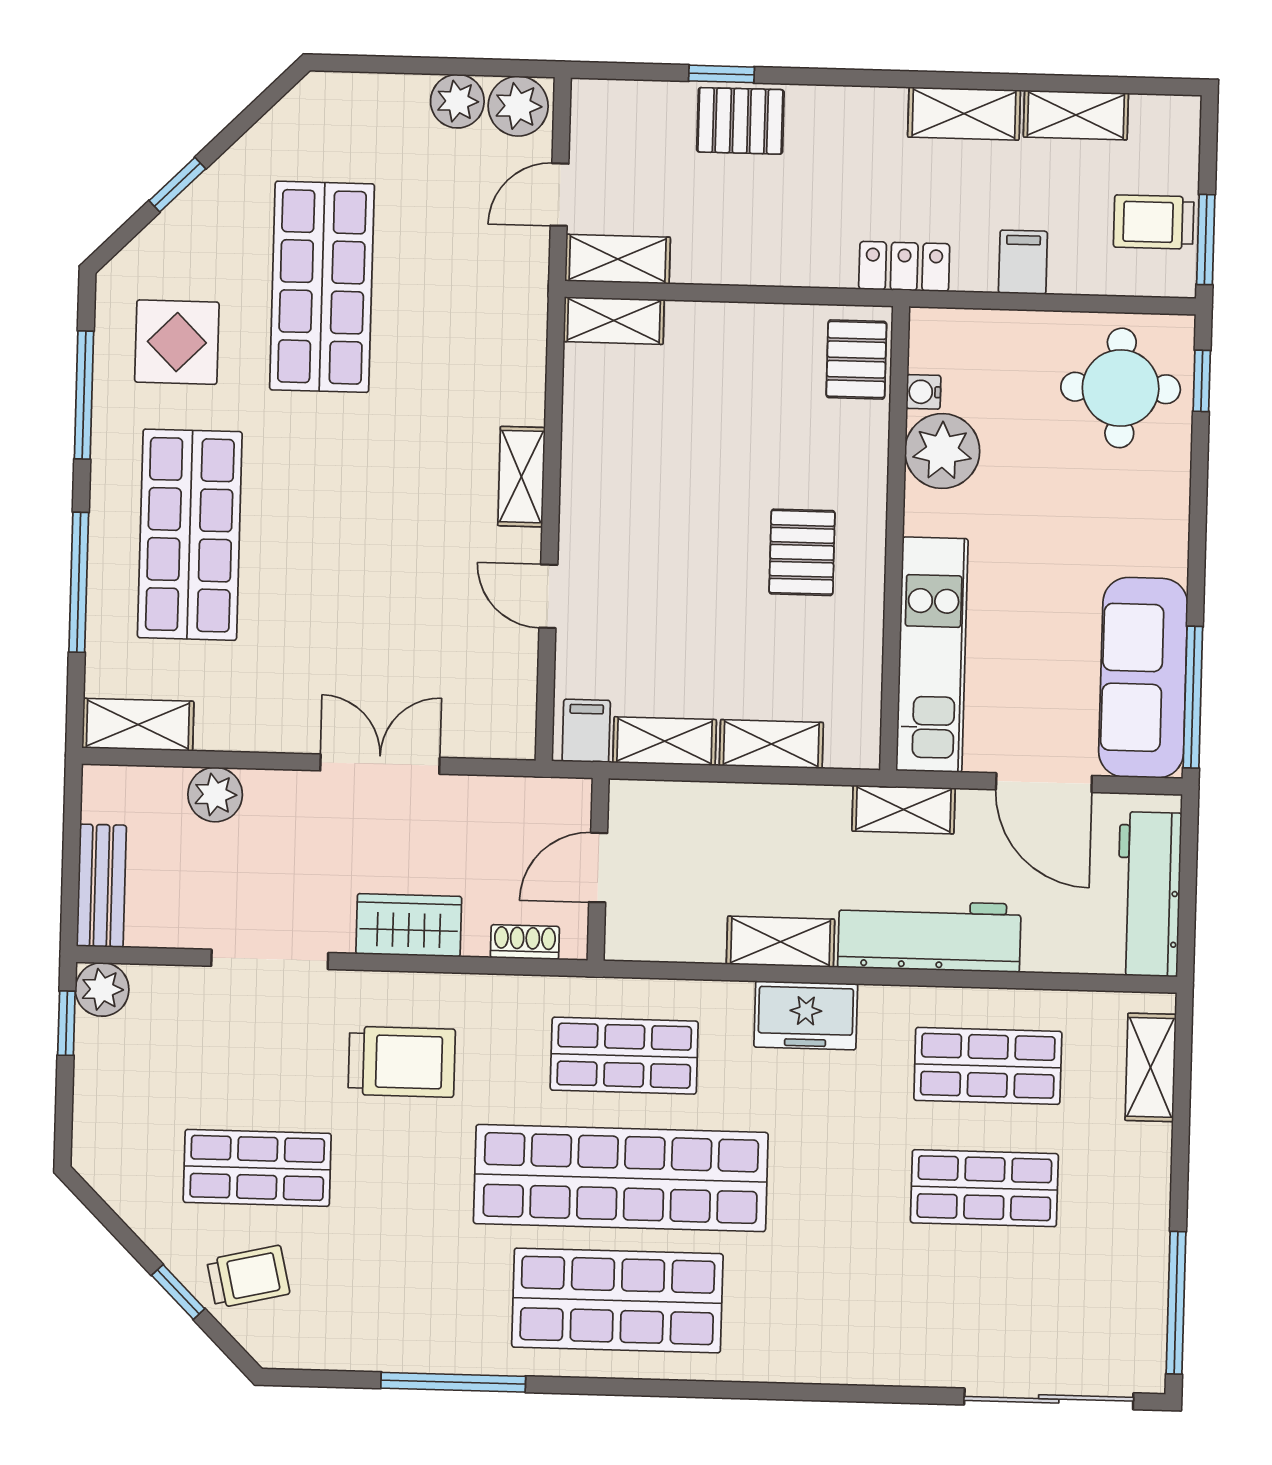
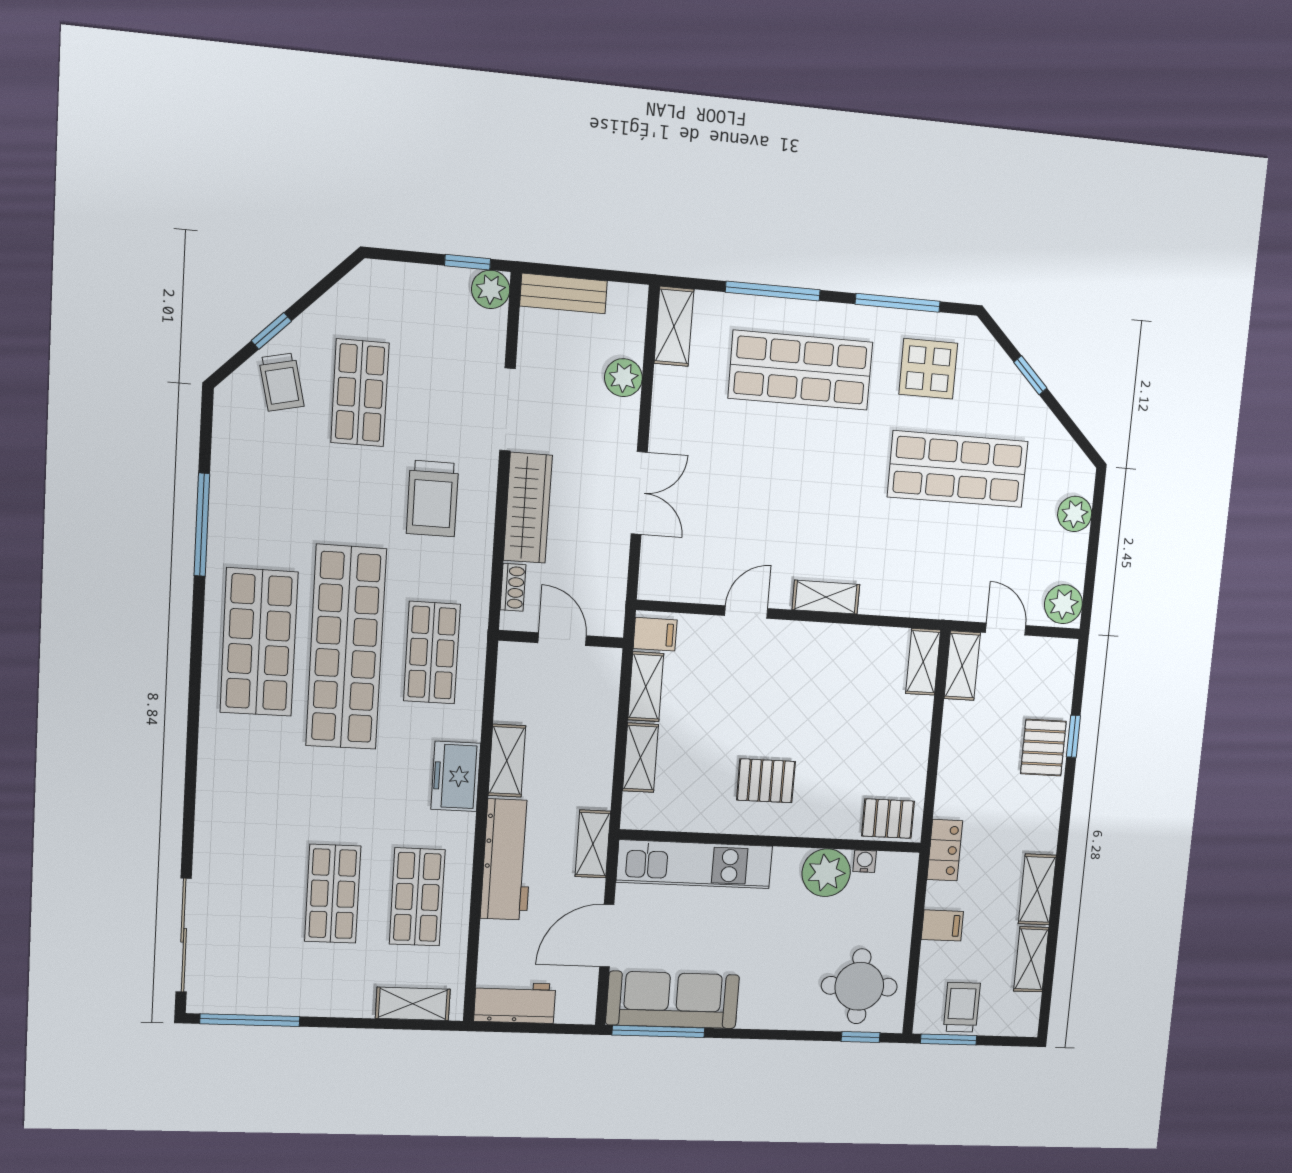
plant: (457, 101) -> (1075, 514), moved
workbench: (1149, 894) -> (515, 1003), width x0.73
wardrobe: (409, 925) -> (528, 508), width x1.50

